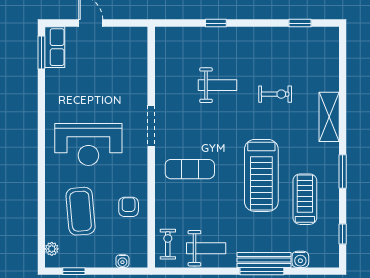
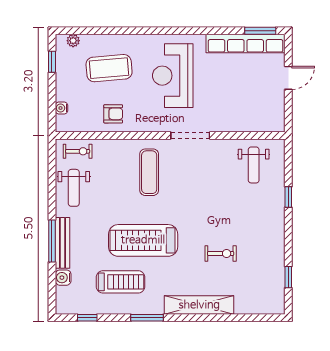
row of seats: (55, 47) -> (245, 44), width x2.02
weight bench: (217, 85) -> (254, 165), moved
exercise bike: (275, 94) -> (221, 253), turned -90
shelving: (329, 117) -> (199, 305), width x1.47

